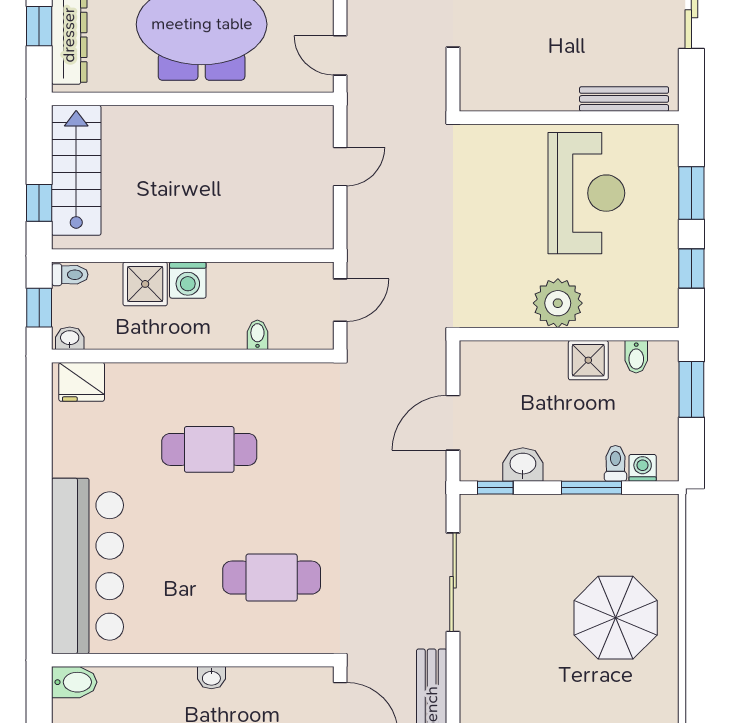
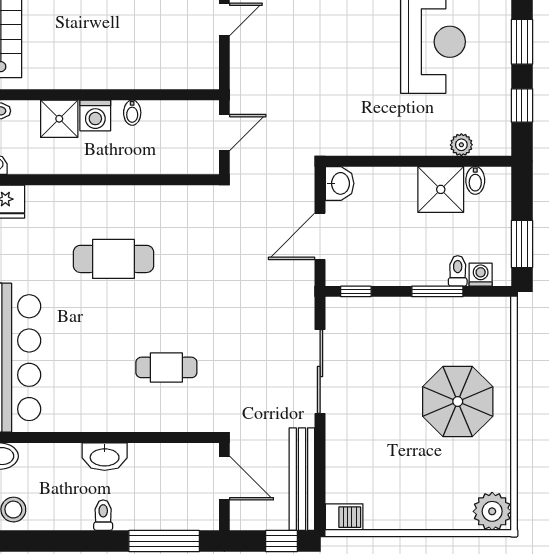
plant: (558, 303) -> (461, 145), moved, width x0.53, depth x0.53
bidet: (257, 335) -> (132, 113), moved, turned 180
shower: (588, 360) -> (441, 189), width x1.36, depth x1.36
window: (691, 389) -> (522, 244), moved
washbasin: (523, 465) -> (340, 183), moved, turned 90
cafe table: (272, 578) -> (166, 367), width x0.73, depth x0.74
washbasin: (211, 678) -> (105, 457), width x1.91, depth x1.45

